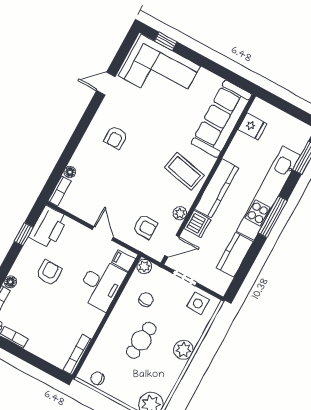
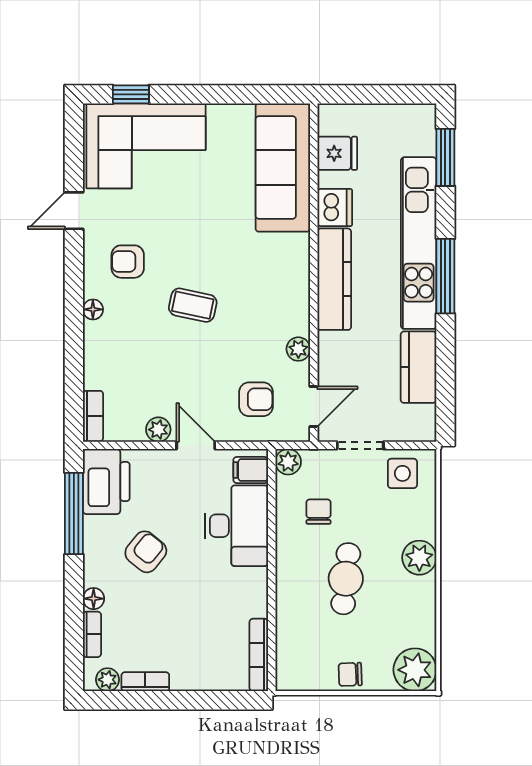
armchair: (116, 137) -> (128, 262), moved, turned 90
coffee table: (184, 171) -> (193, 305), moved, width x0.73, depth x0.77
floor lamp: (70, 172) -> (93, 309), moved
plant: (88, 215) -> (158, 430), added
dishwasher: (197, 224) -> (335, 208), moved
window: (24, 234) -> (74, 513), width x2.17
armchair: (49, 273) -> (146, 552), turned 39
chair: (97, 378) -> (350, 674), moved

